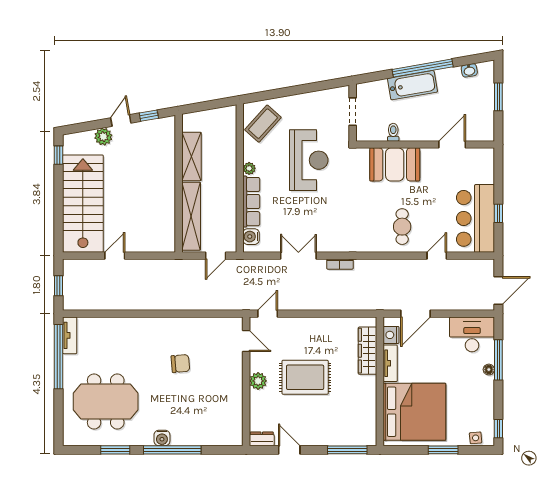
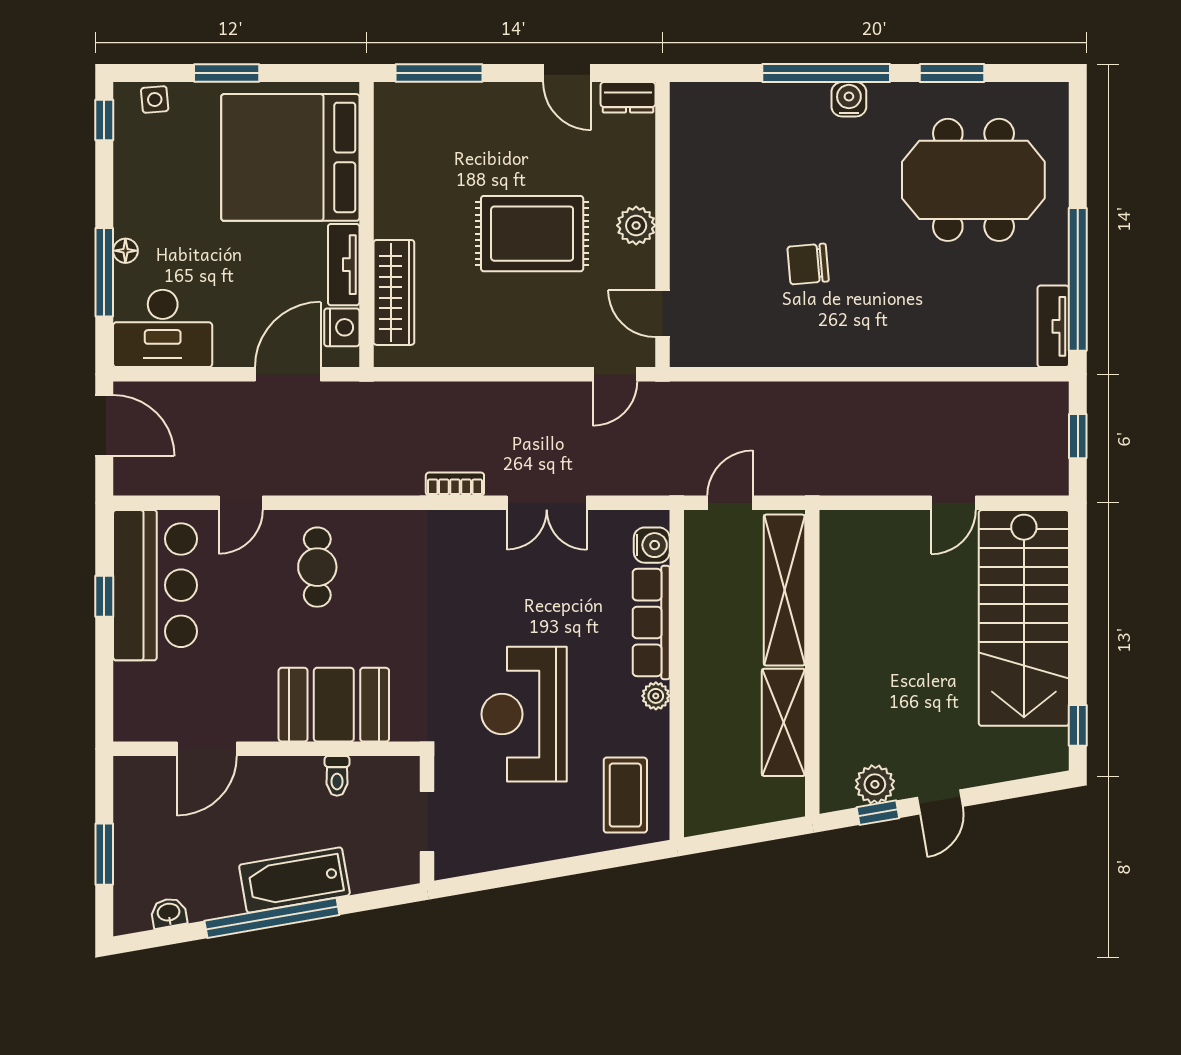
coffee table: (263, 124) -> (625, 795), turned -42
plant: (103, 137) -> (875, 784), moved
door: (498, 291) -> (104, 426), swing flipped

